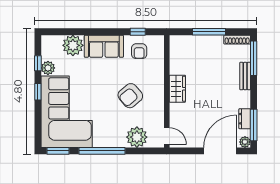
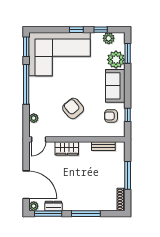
window: (66, 32) -> (128, 53), added
window: (254, 58) -> (86, 214), moved
plant: (48, 68) -> (109, 38), moved
bench: (245, 76) -> (103, 146), moved
wardrobe: (177, 89) -> (67, 148), moved
plant: (137, 137) -> (34, 118), width x0.53, depth x0.53

